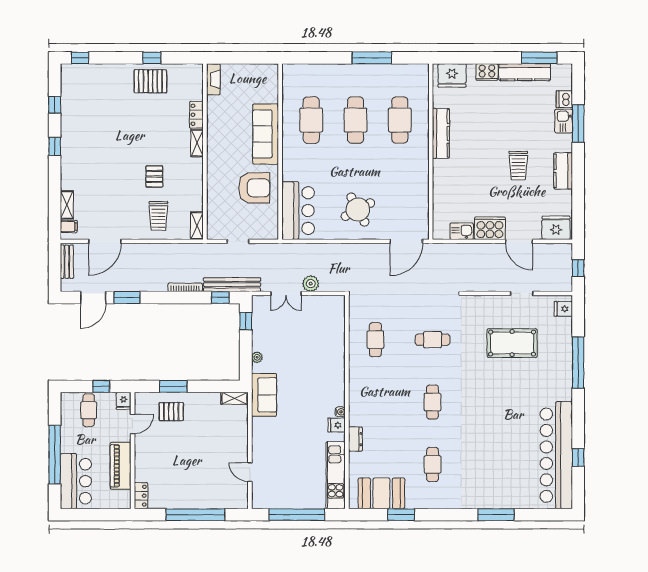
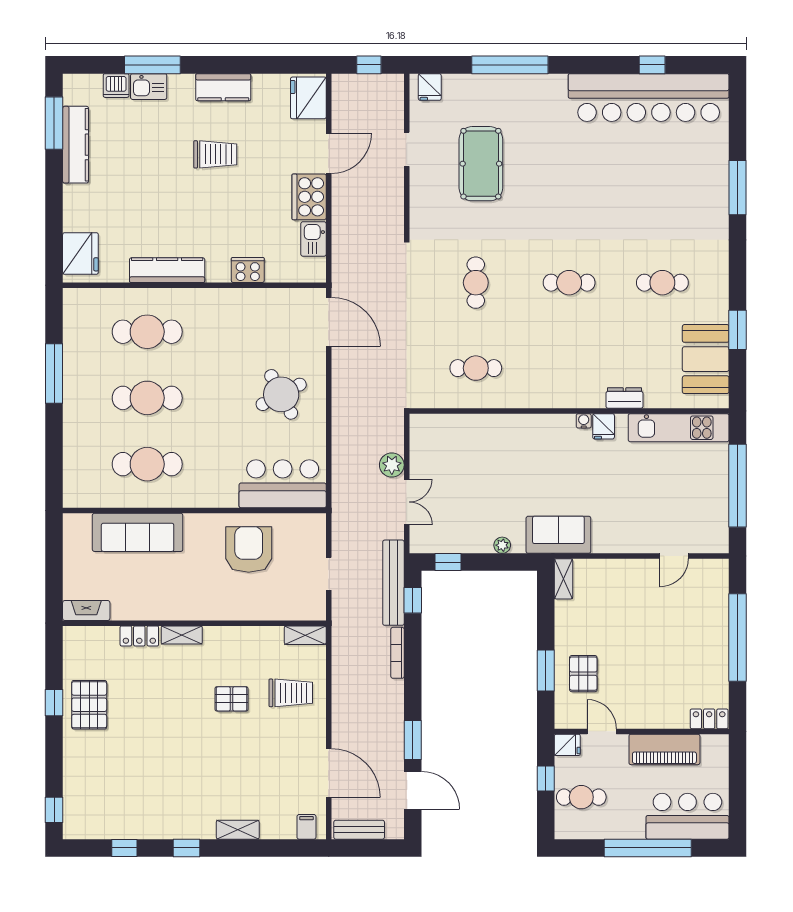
cooker: (487, 72) -> (248, 270), moved, turned -90
sofa: (266, 134) -> (138, 532), moved
shelving: (67, 205) -> (238, 830), moved

